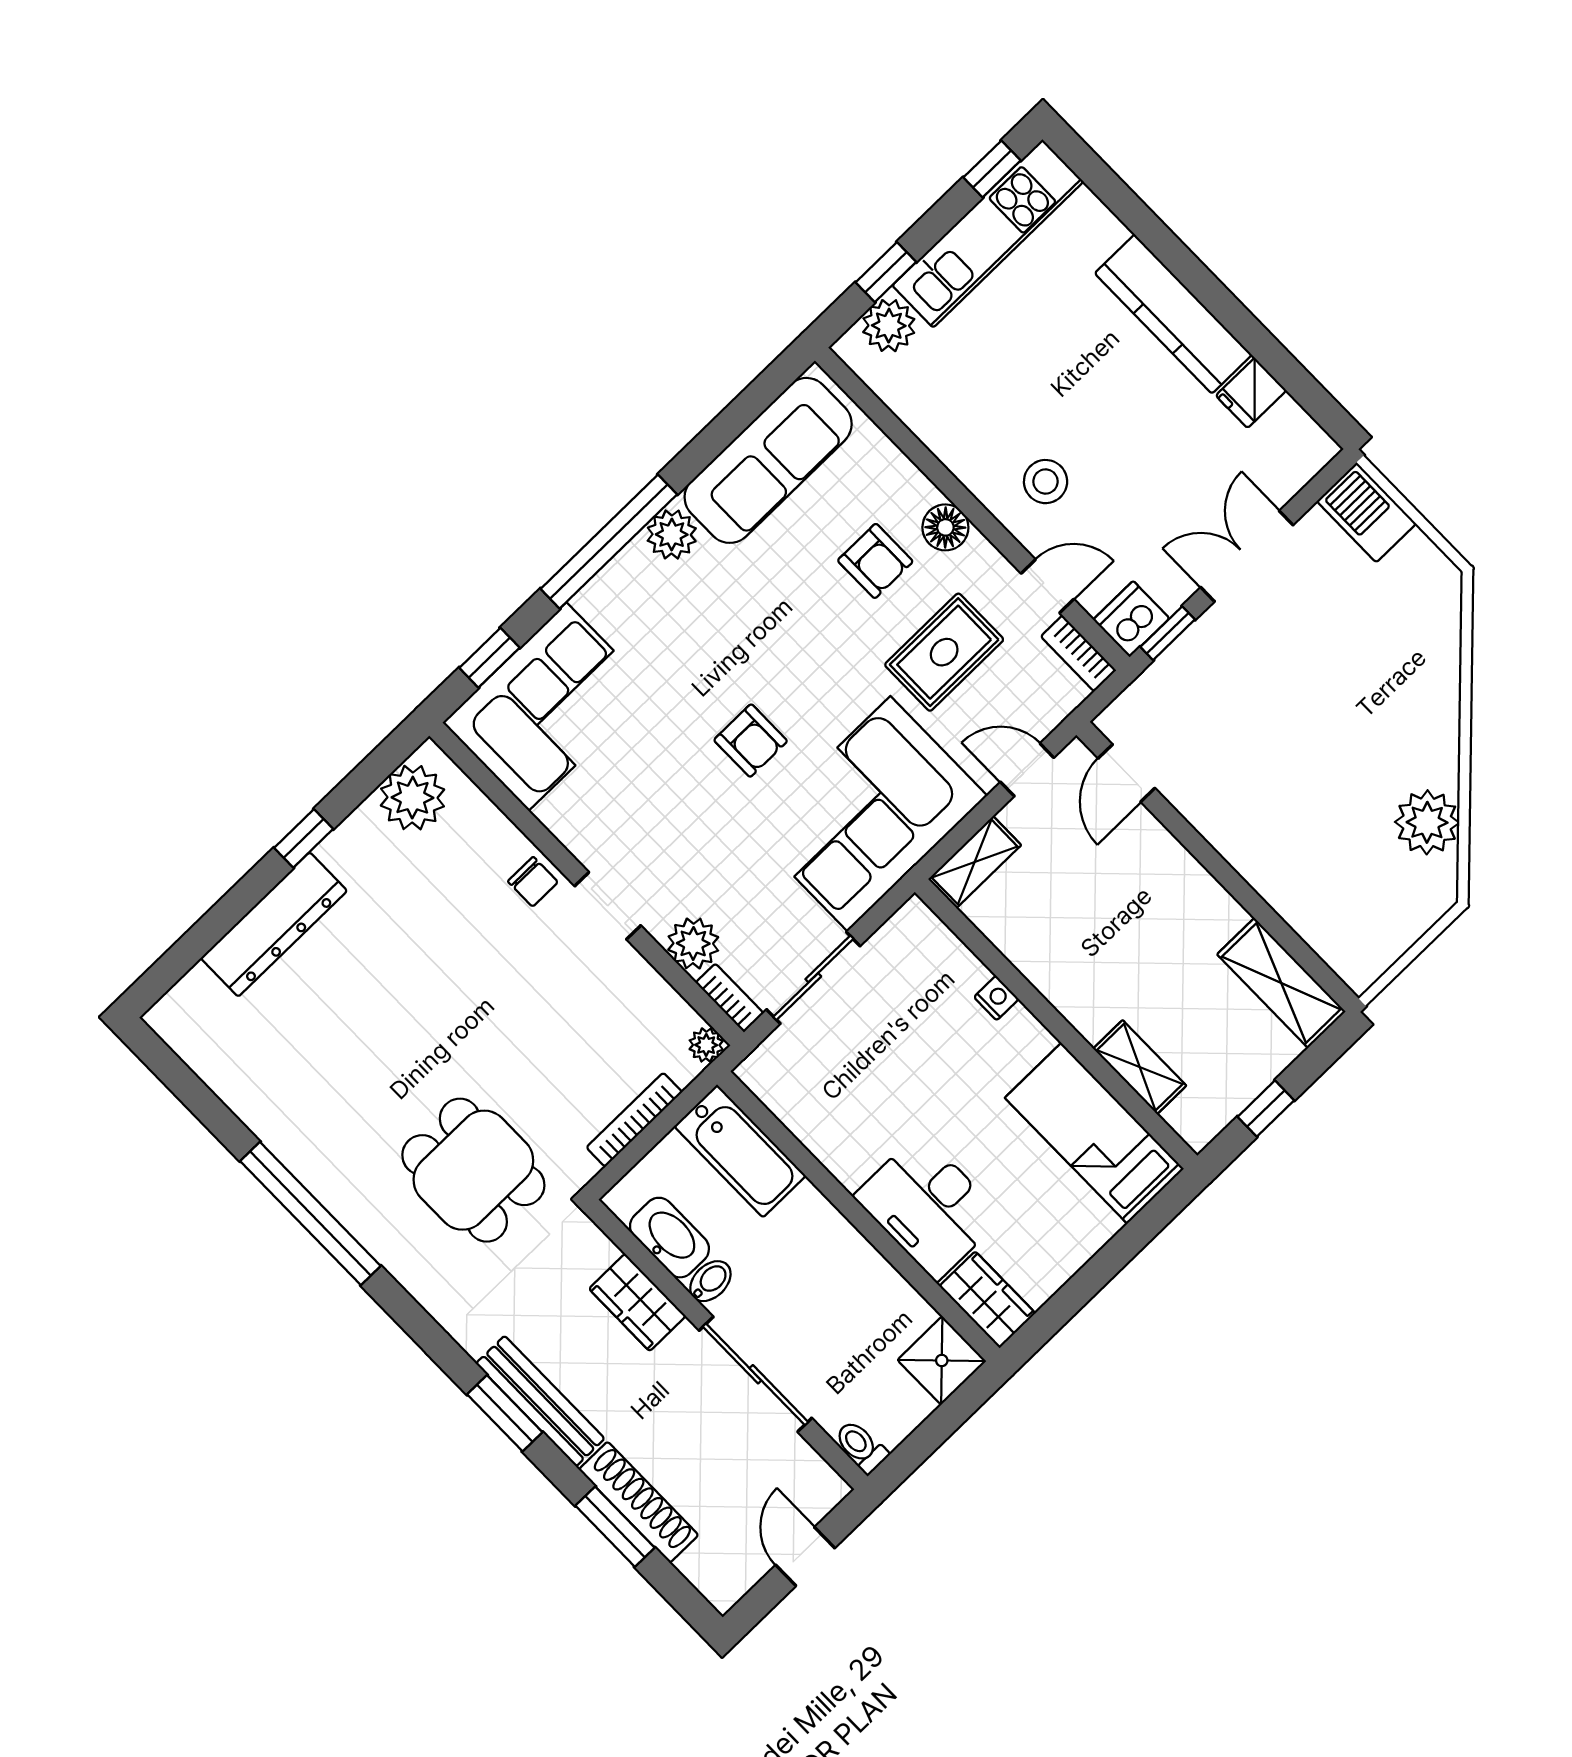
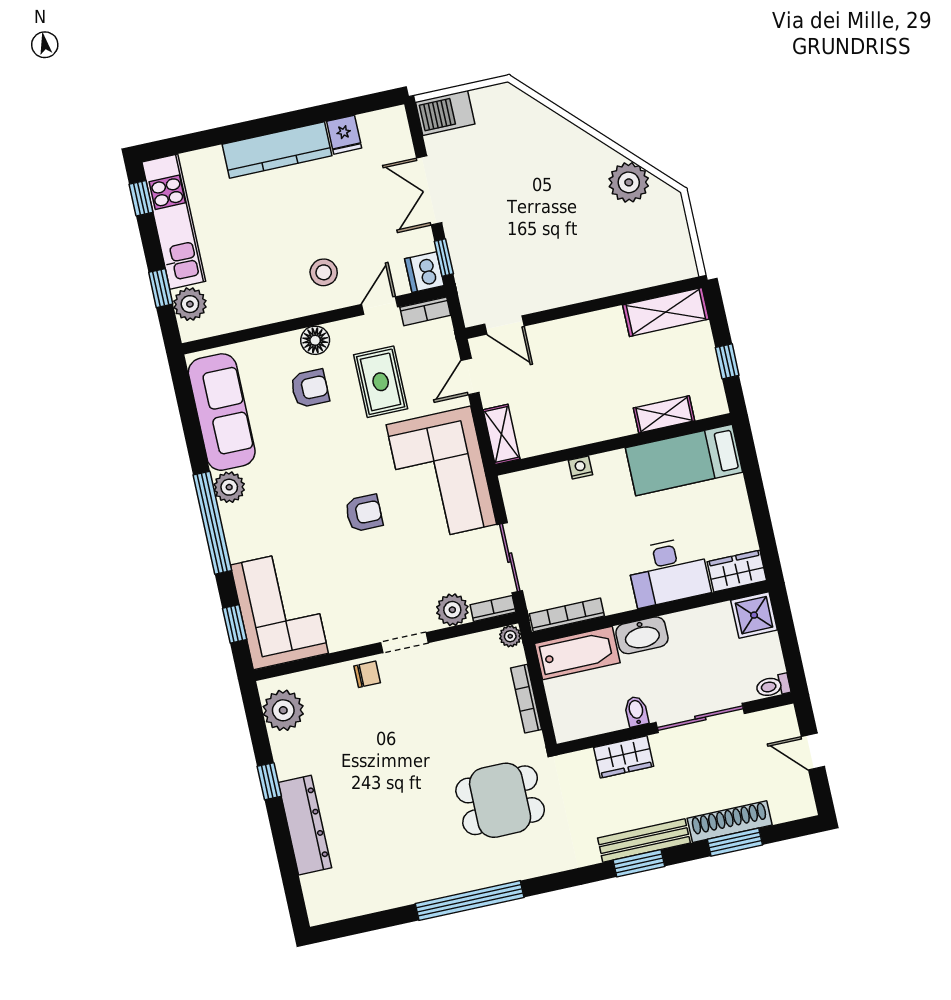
bookcase: (783, 1104) -> (567, 615), added
washbasin: (669, 1238) -> (642, 635), moved, turned 180

